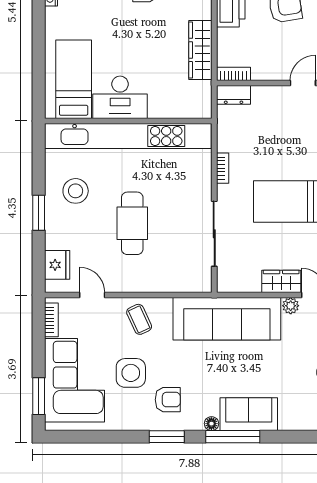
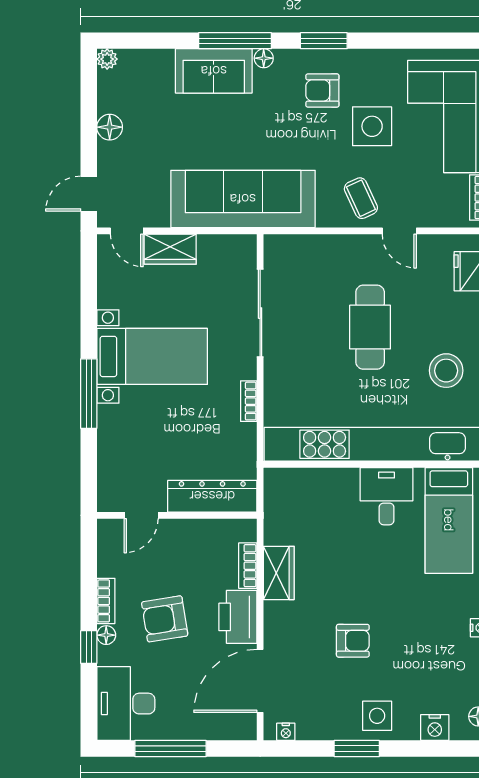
wardrobe: (200, 50) -> (279, 573), width x0.67
bookcase: (234, 74) -> (248, 566), moved, turned 90
dresser: (234, 95) -> (212, 496), width x1.96, depth x1.24
desk: (120, 97) -> (387, 496), width x0.73
door: (92, 295) -> (399, 231), moved
plant: (291, 306) -> (158, 216), removed

